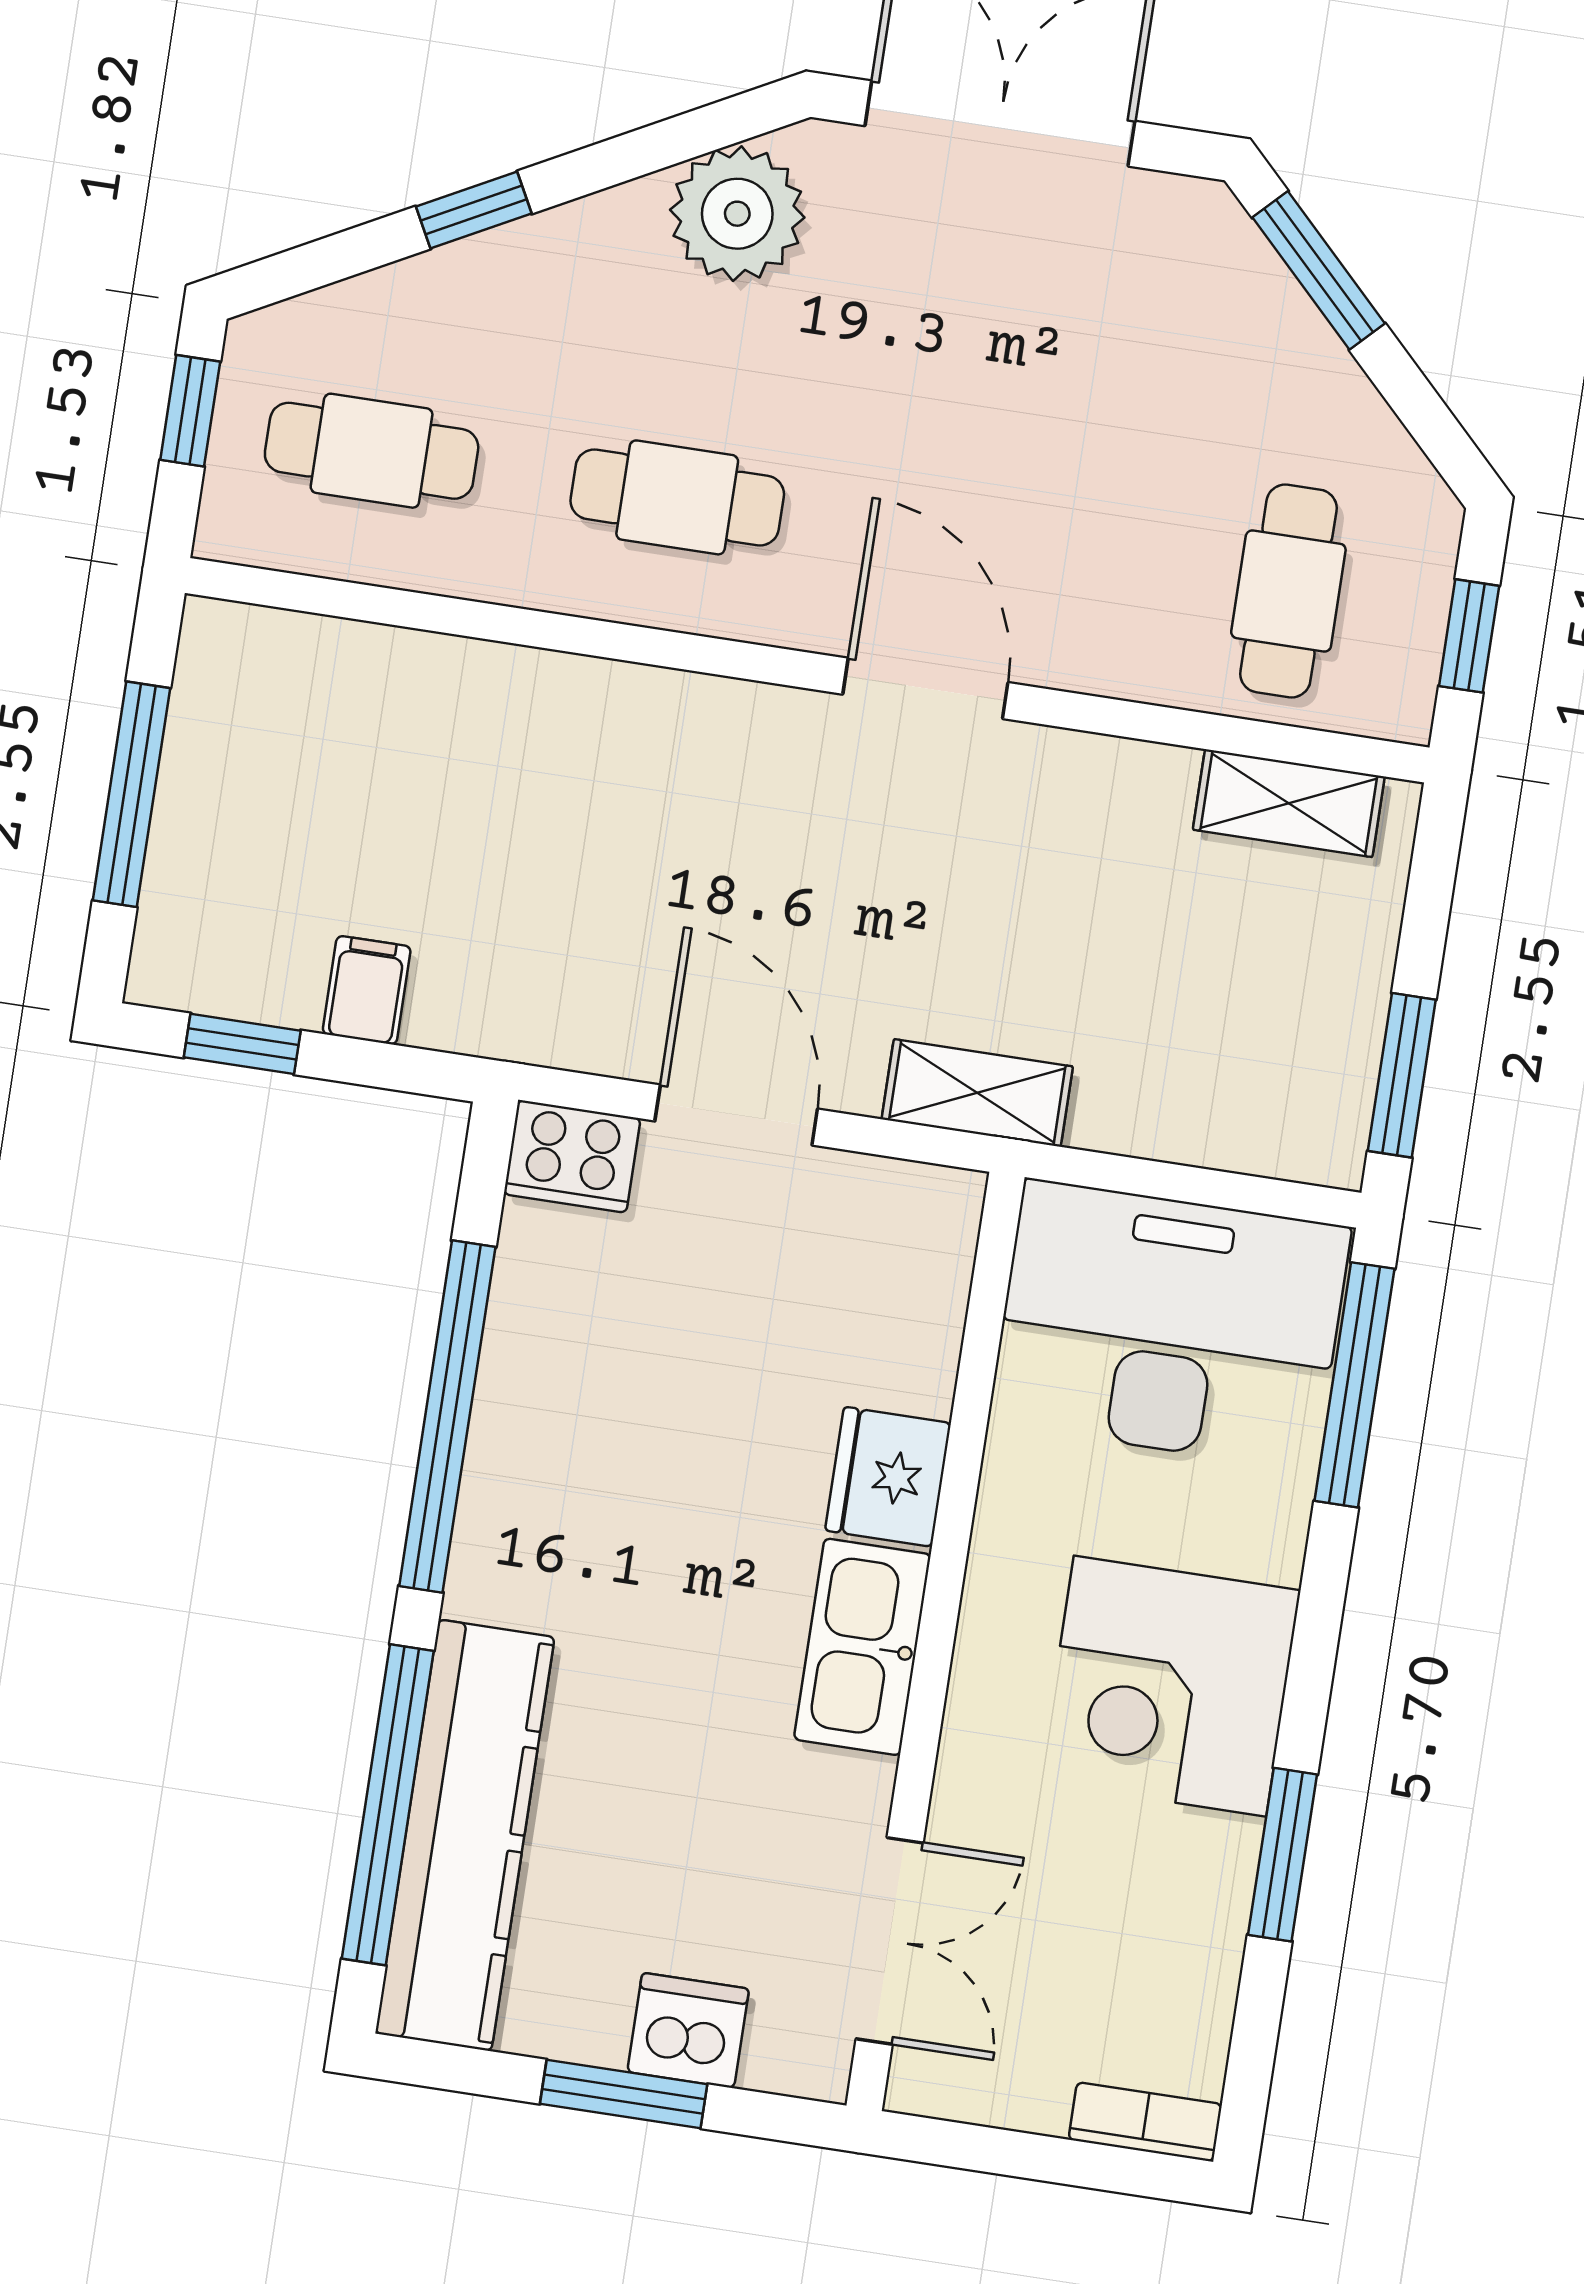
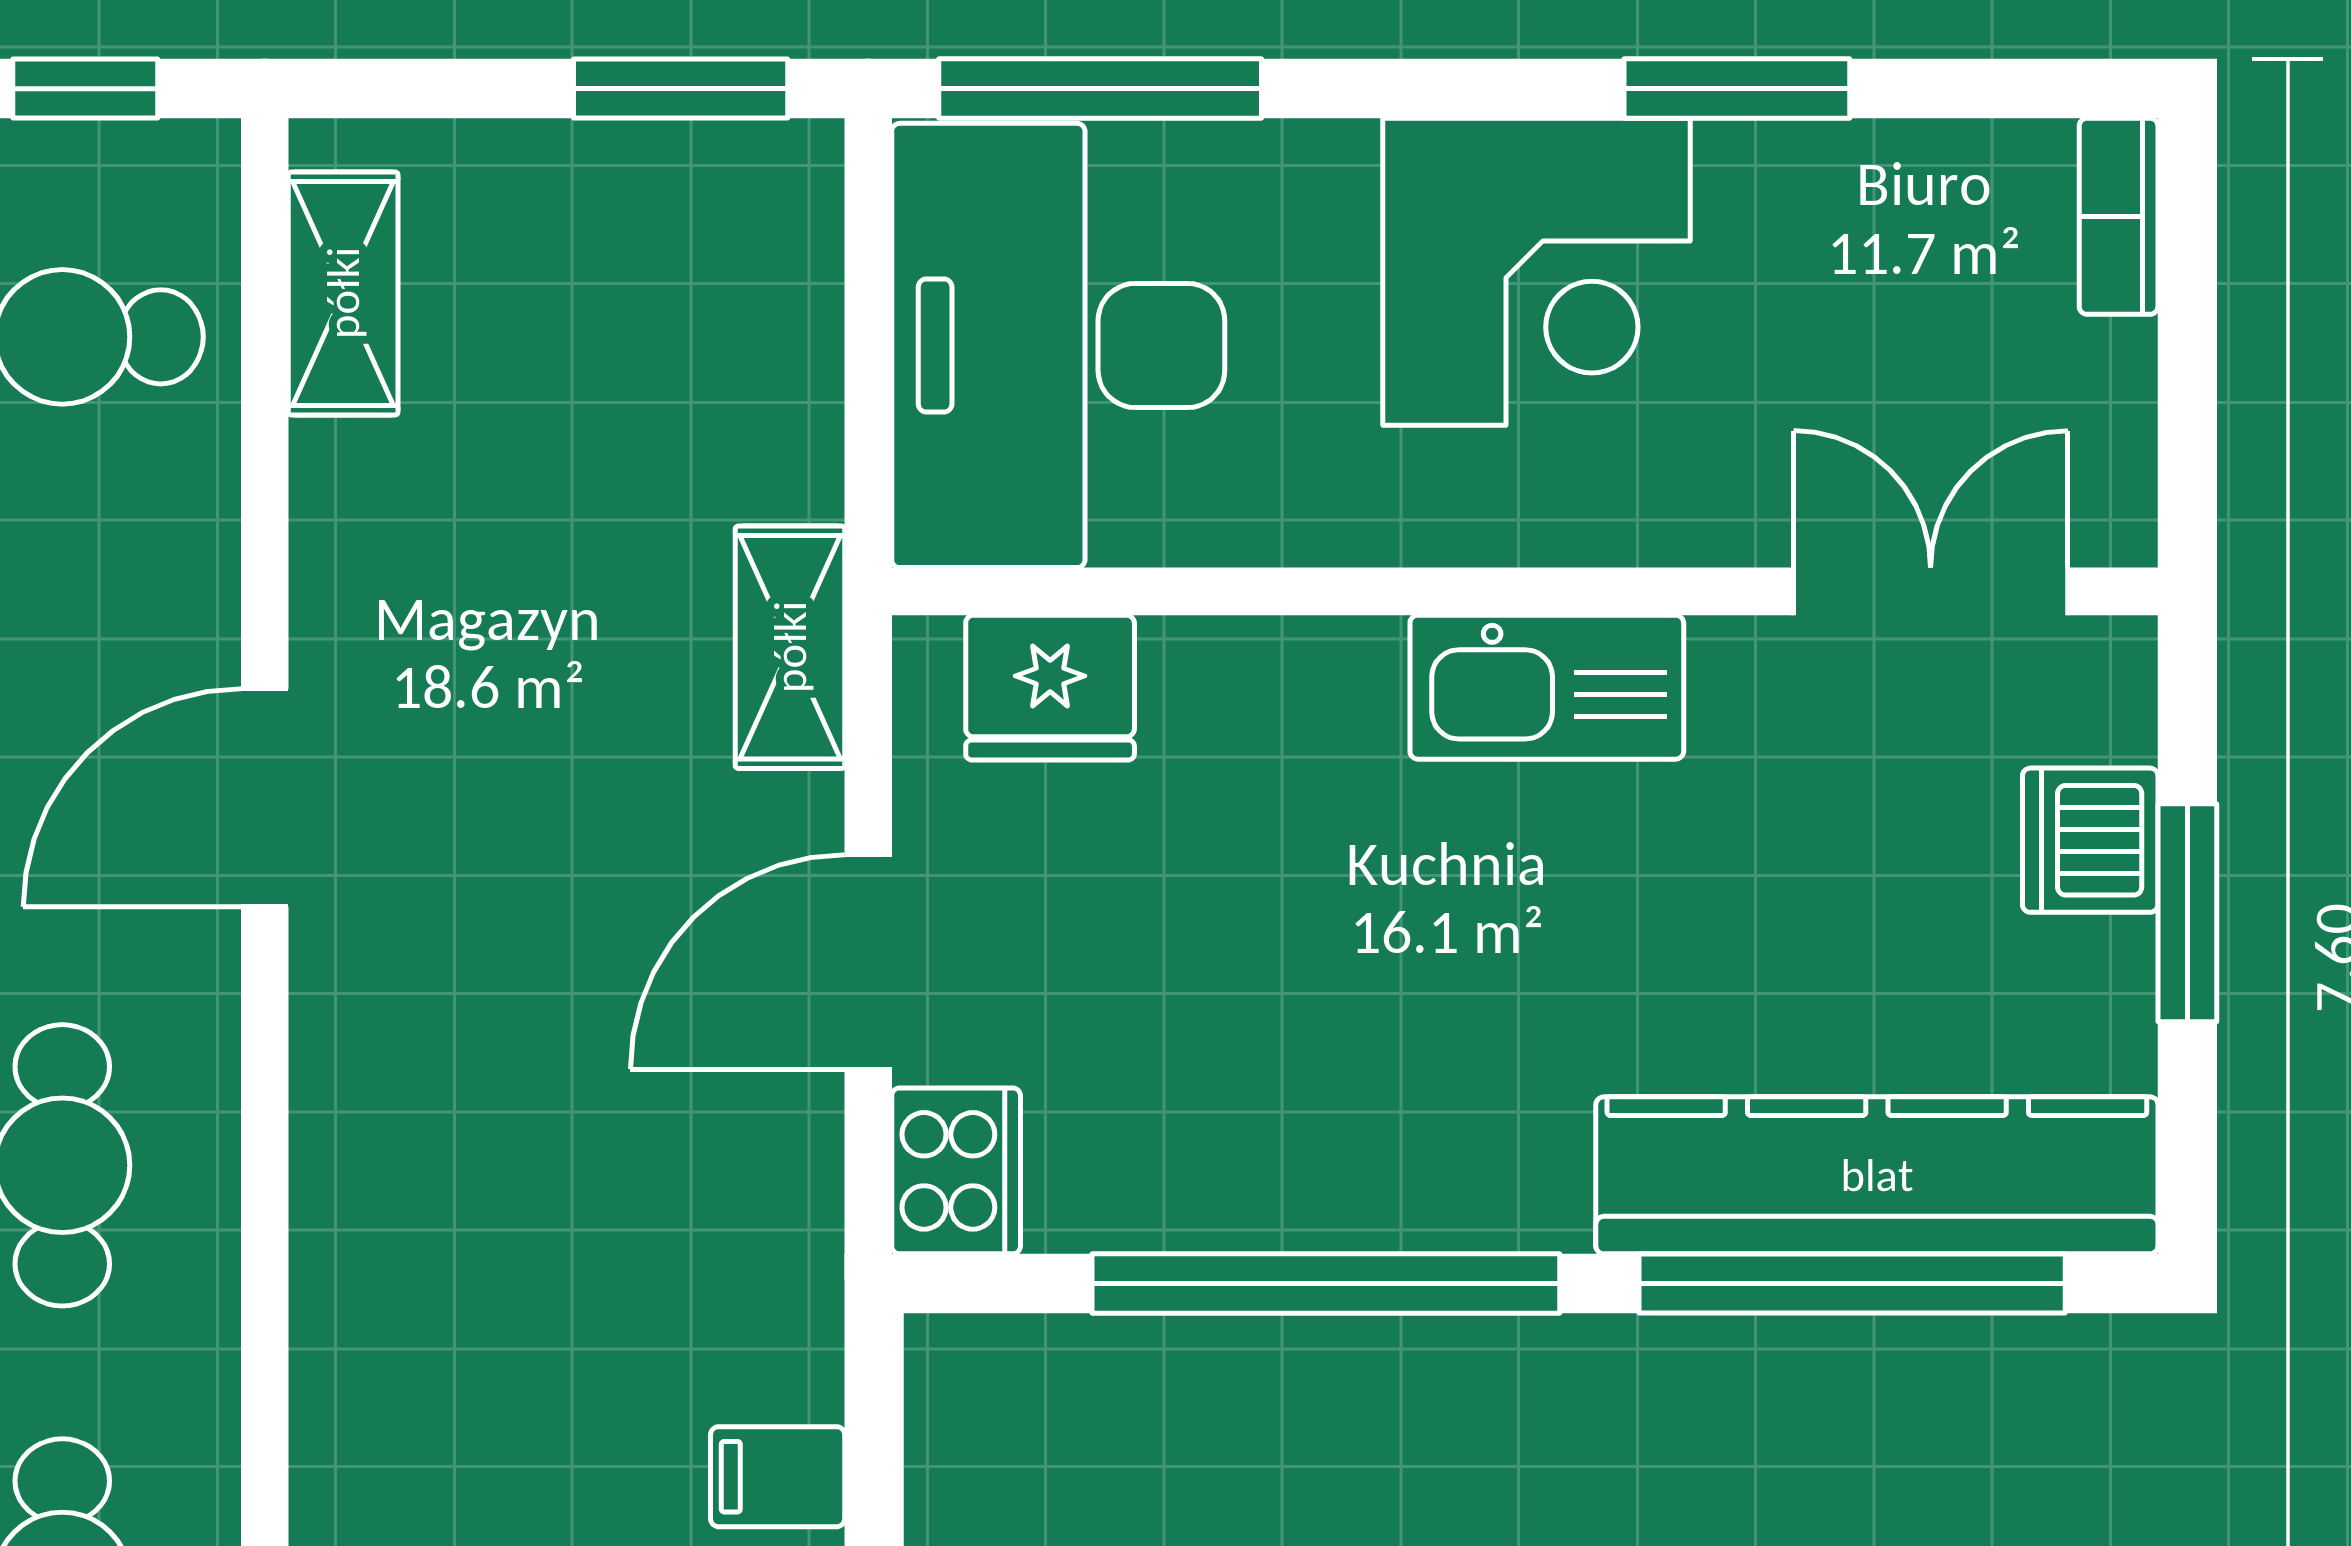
fridge: (888, 1477) -> (1050, 688), moved

